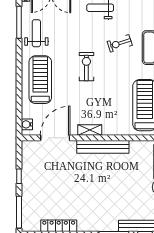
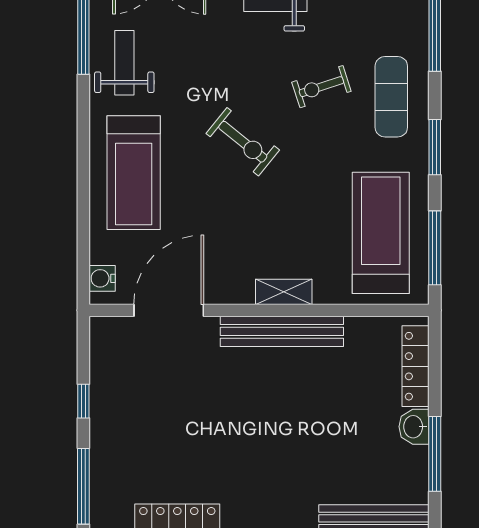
exercise bike: (86, 67) -> (243, 142), turned 129
treadmill: (40, 80) -> (134, 173), turned 180
shelving: (90, 130) -> (284, 292), moved

